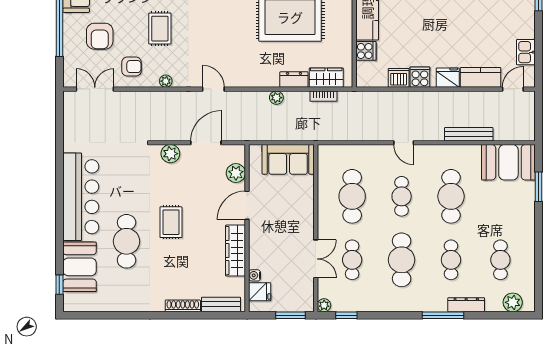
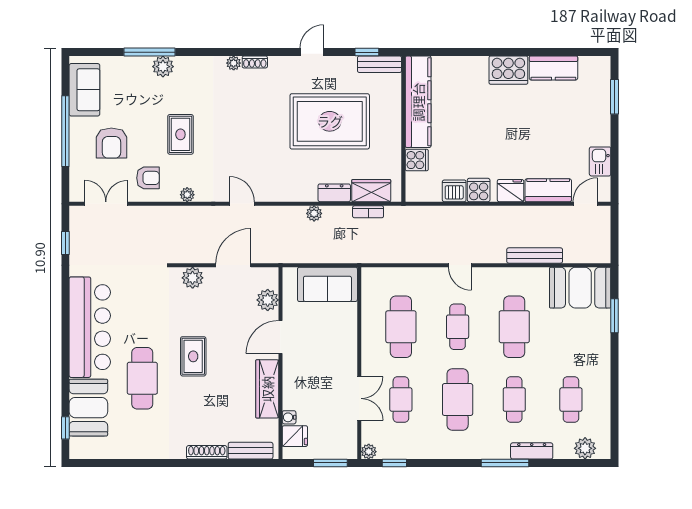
window: (59, 123) -> (65, 243), added

